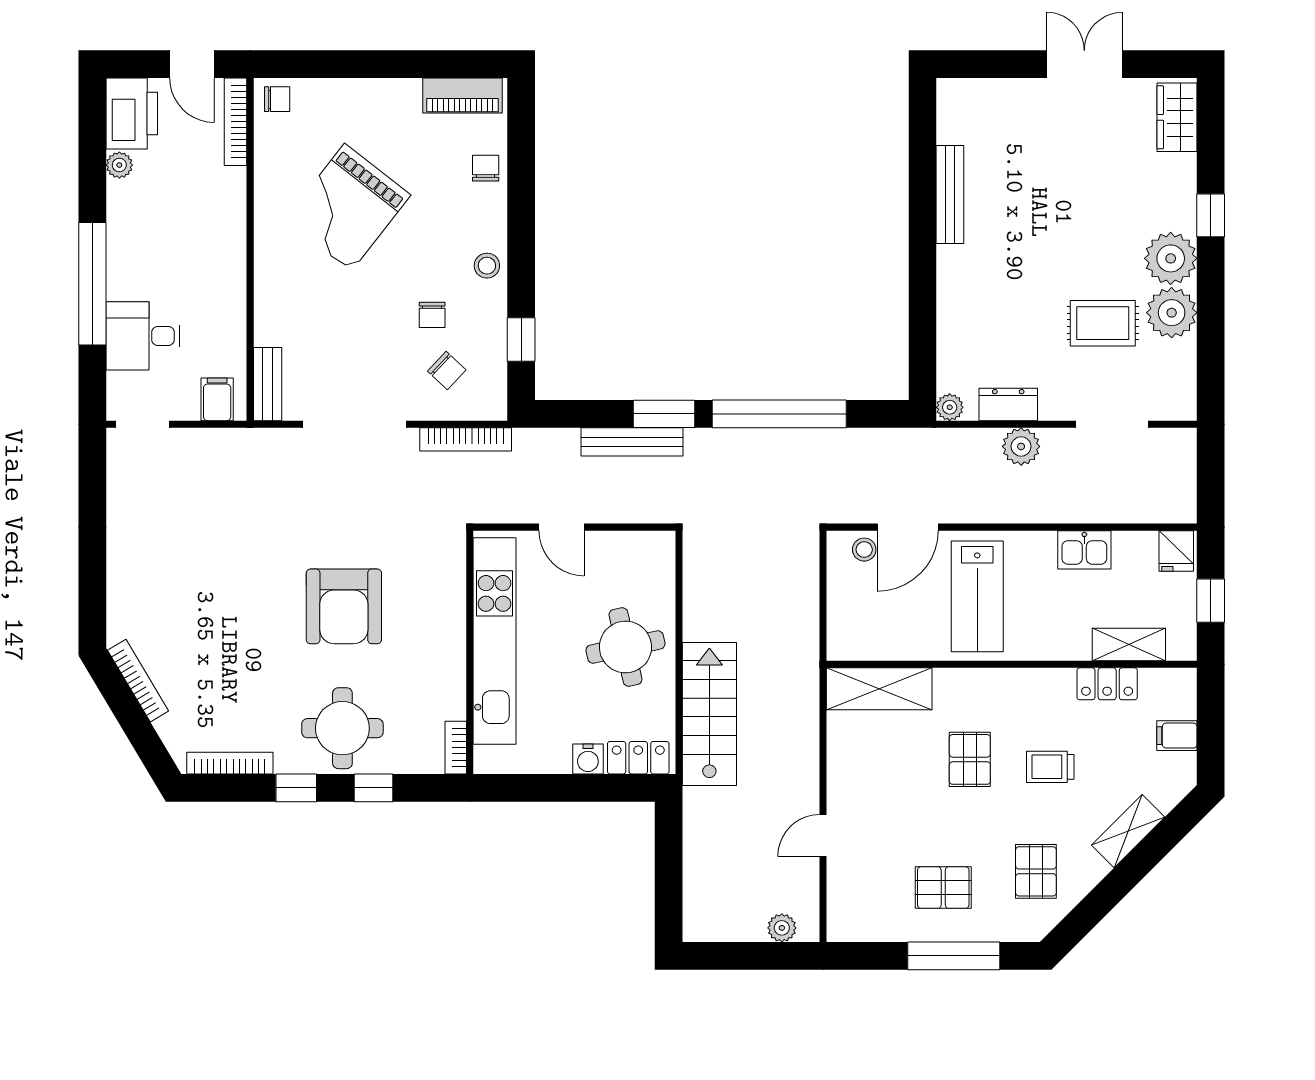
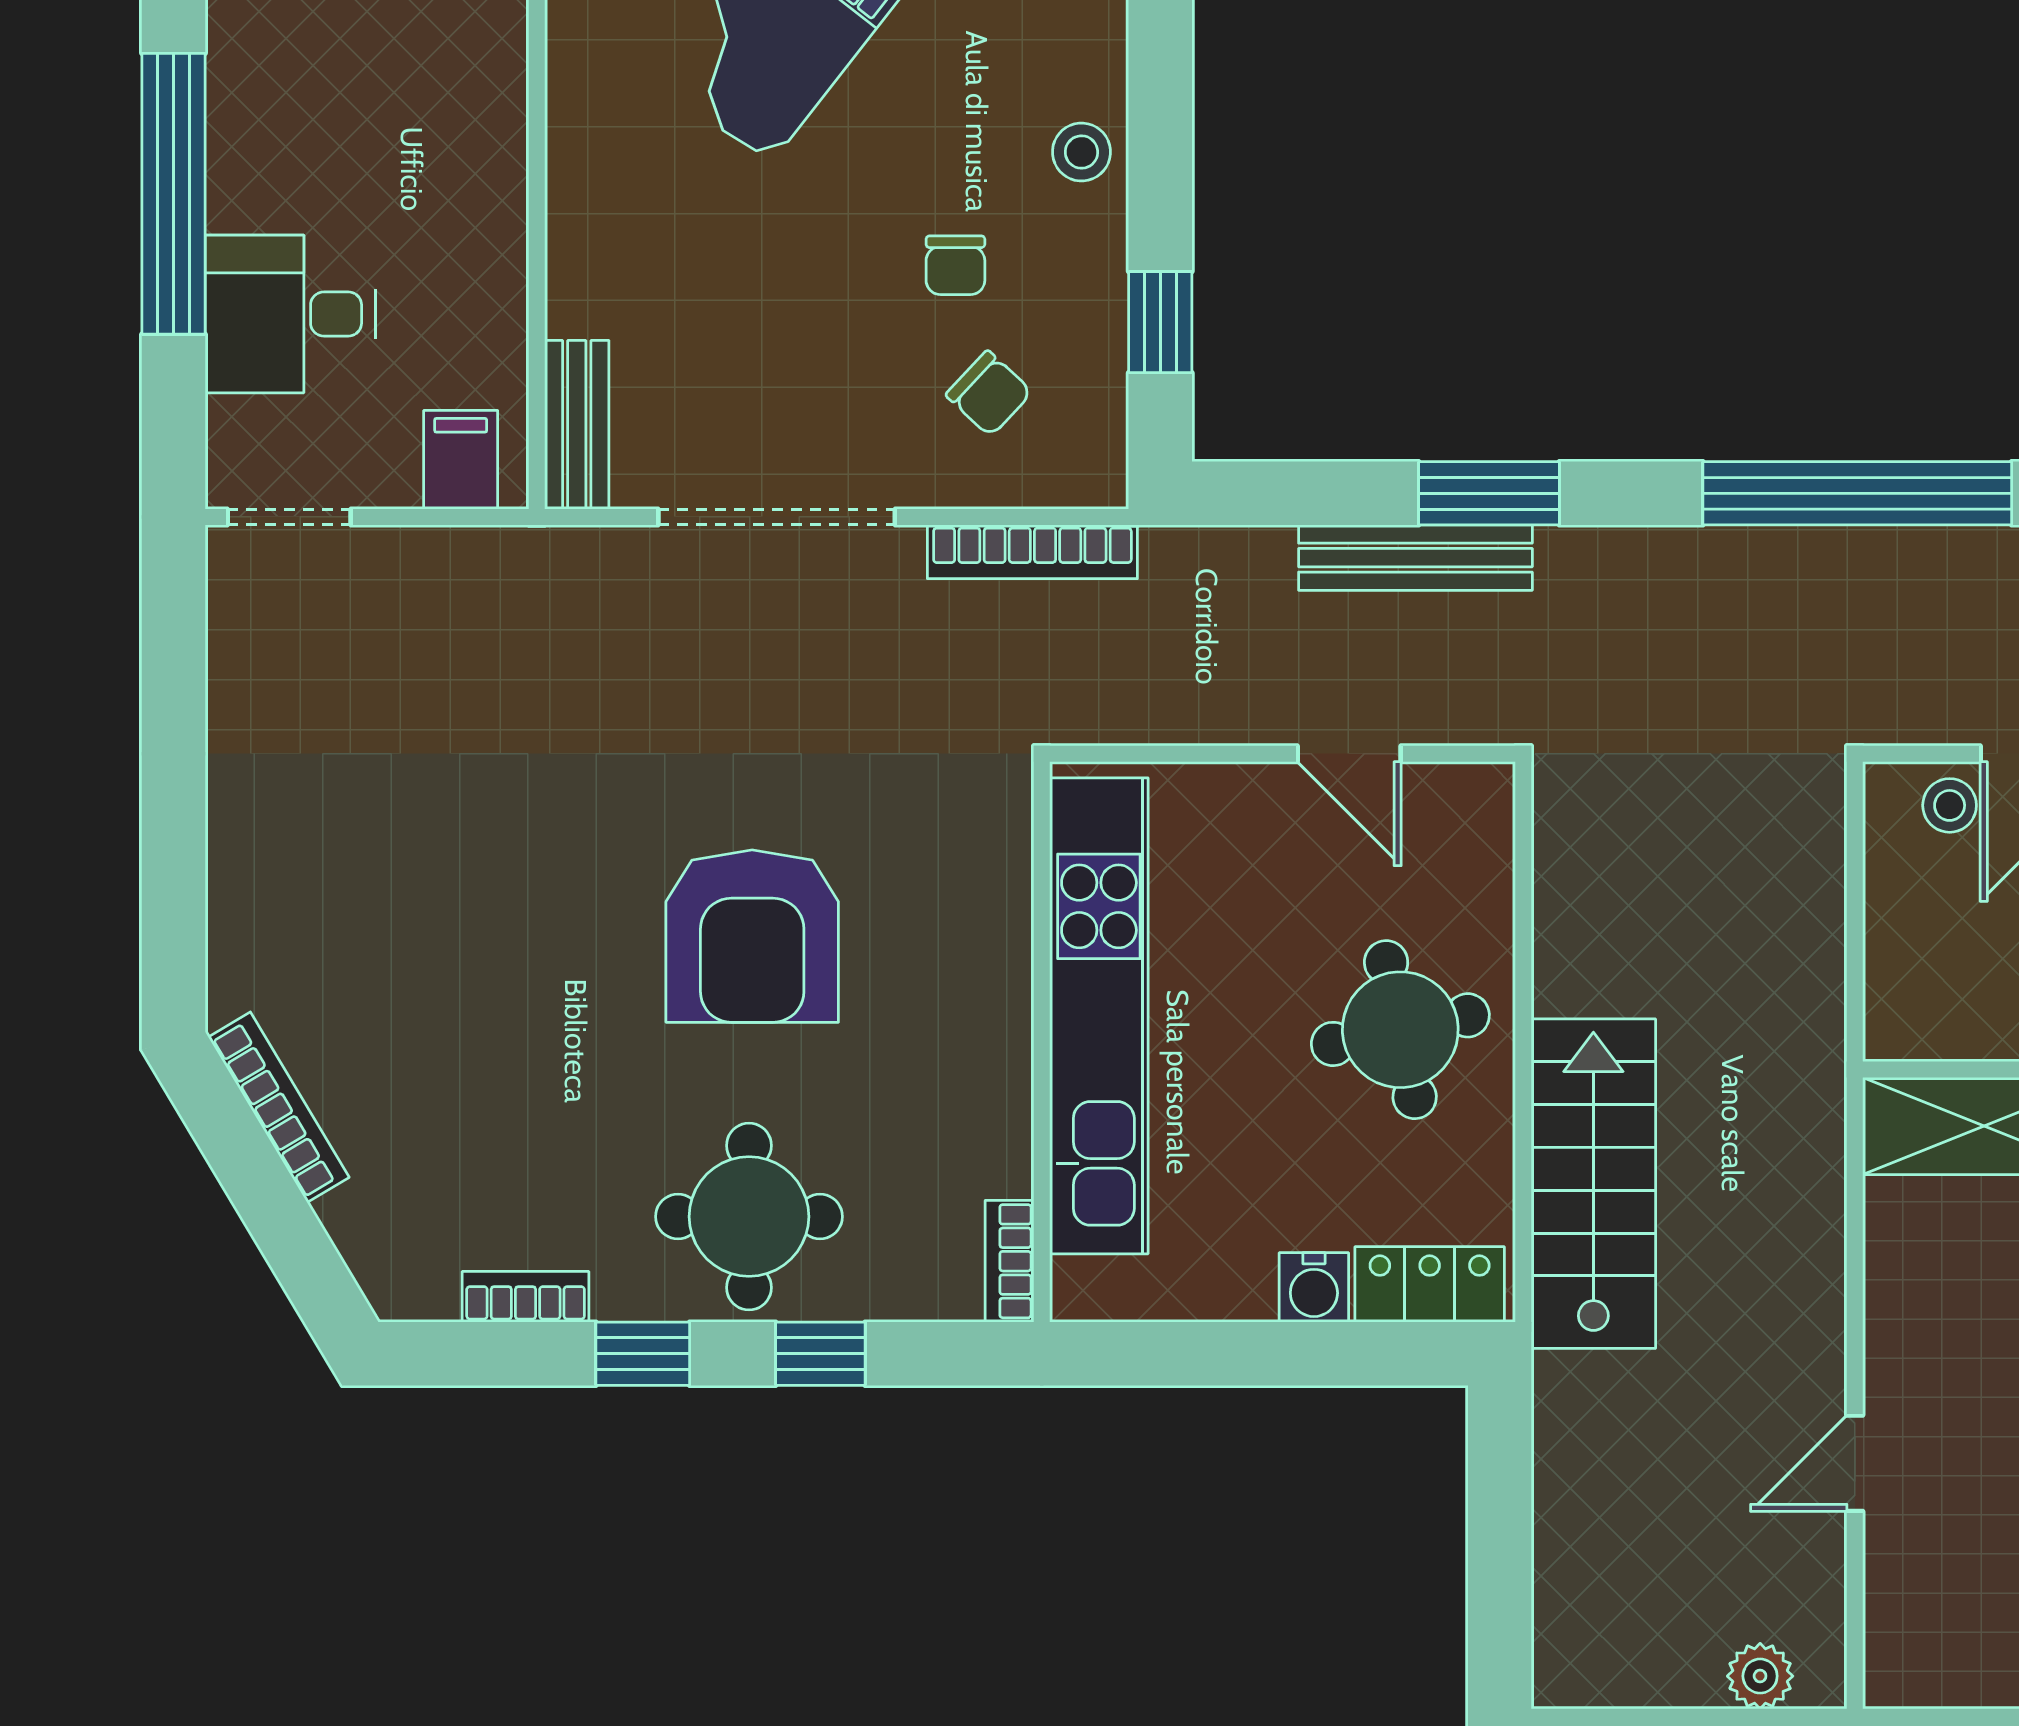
window: (779, 414) -> (1857, 493), moved
door: (561, 527) -> (1349, 754), moved
bookcase: (230, 763) -> (526, 1297), width x0.64

